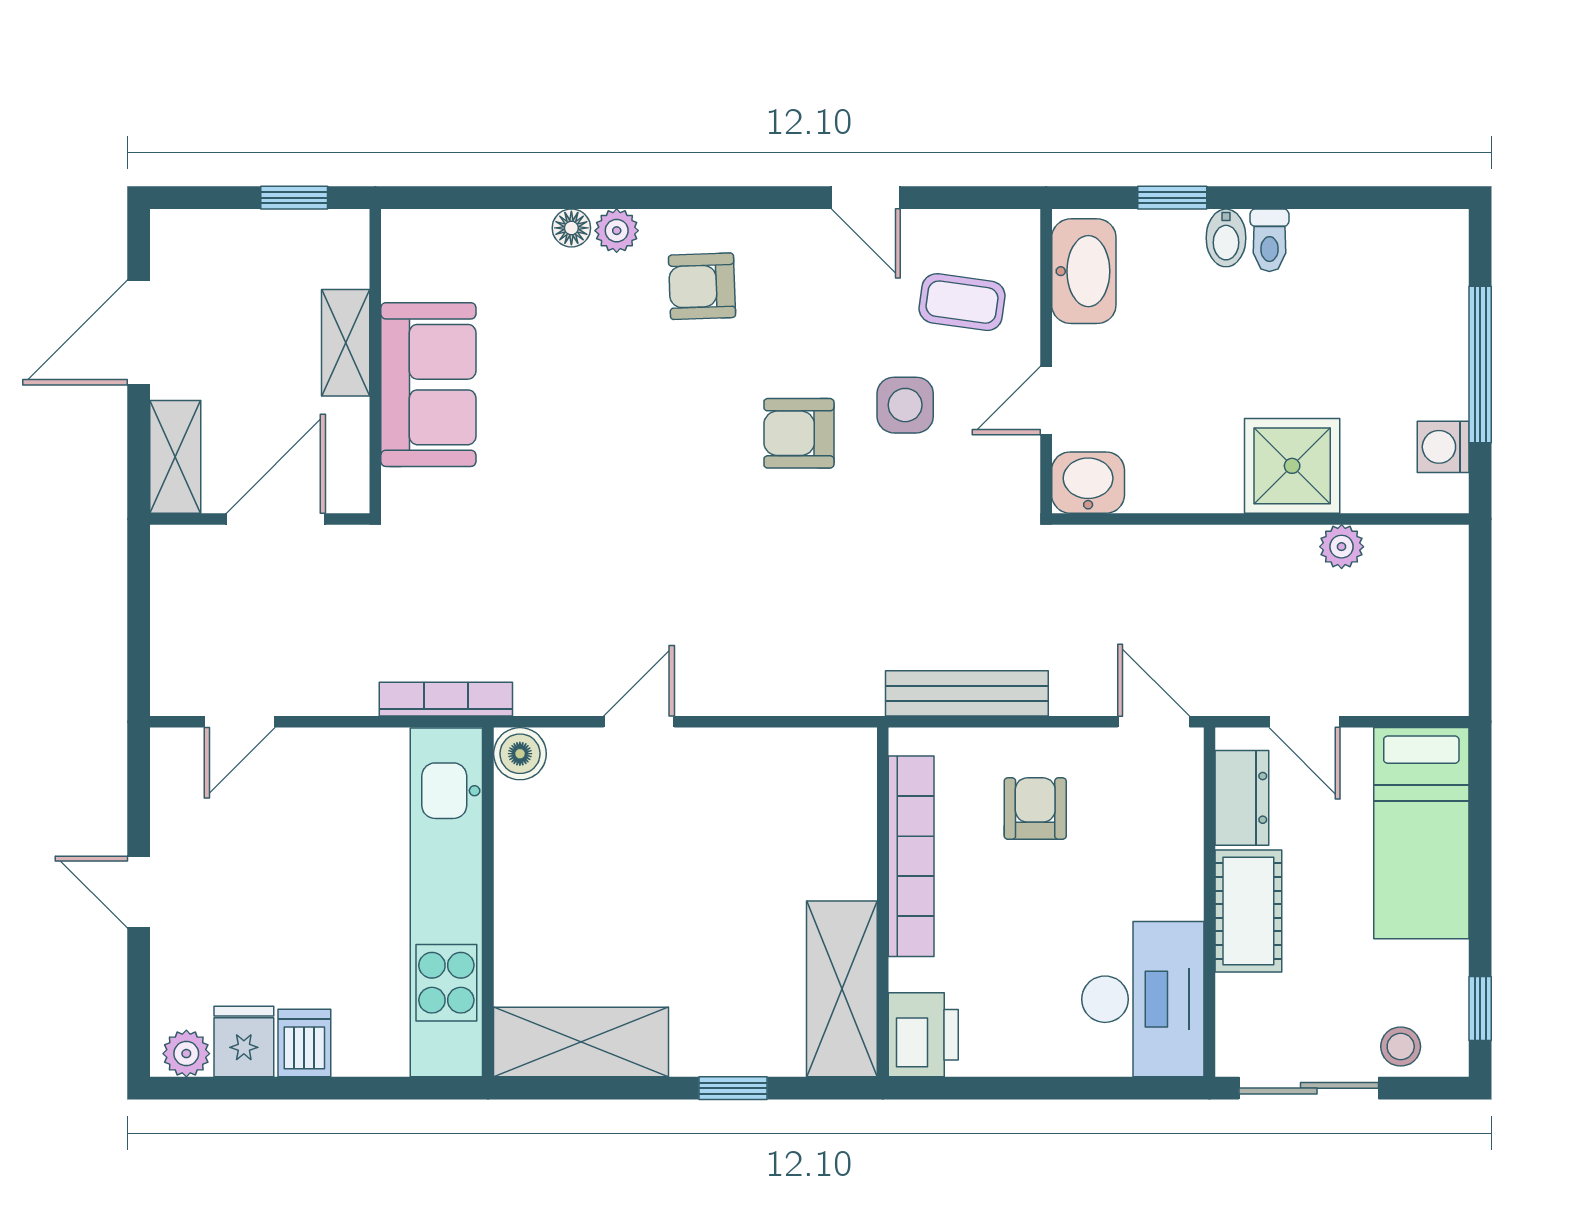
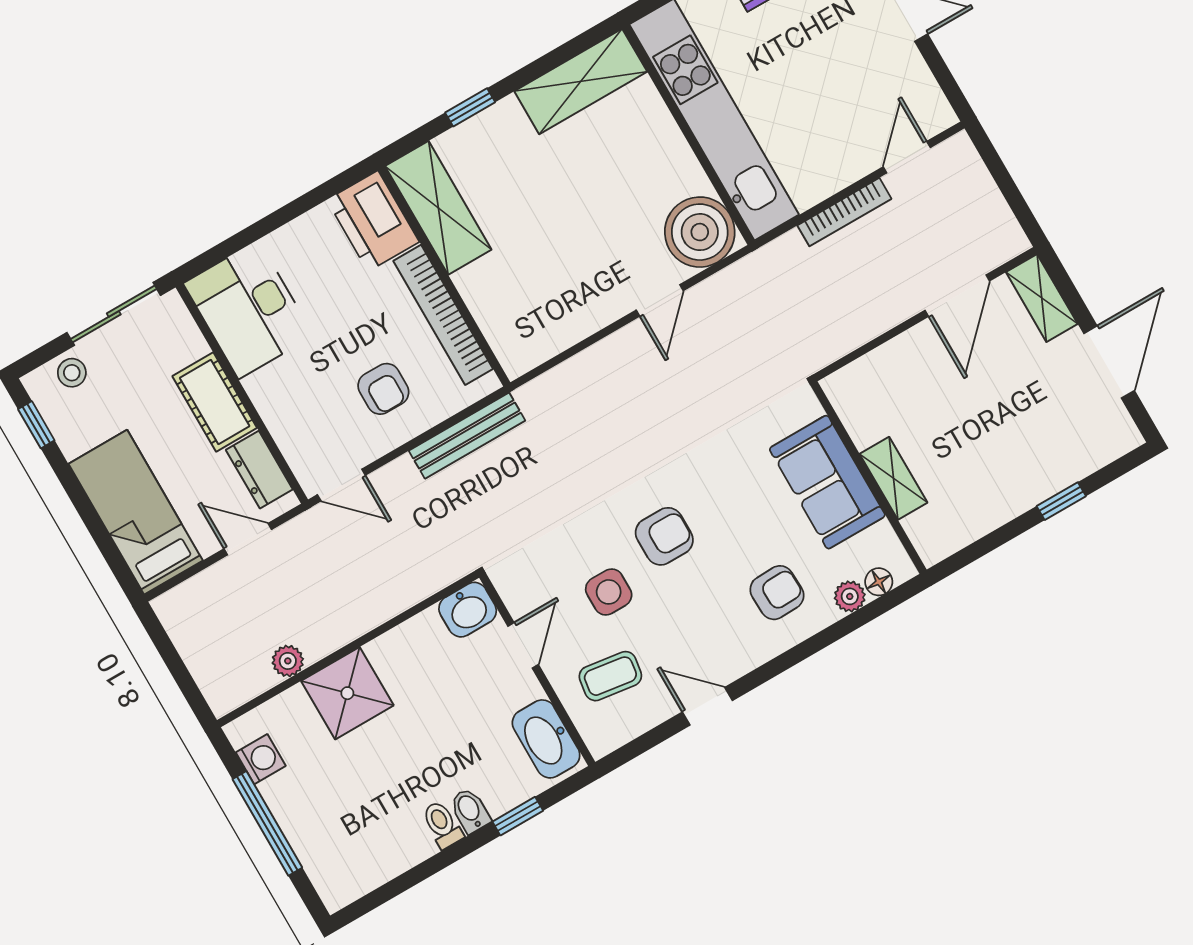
shelving: (346, 343) -> (894, 478), moved
wall: (375, 361) -> (869, 478), moved
sofa: (428, 385) -> (827, 482), moved
bookcase: (446, 699) -> (844, 212), moved
boiler: (520, 754) -> (700, 232), width x1.86, depth x1.86
printer: (923, 1035) -> (373, 221), width x1.37, depth x1.19

